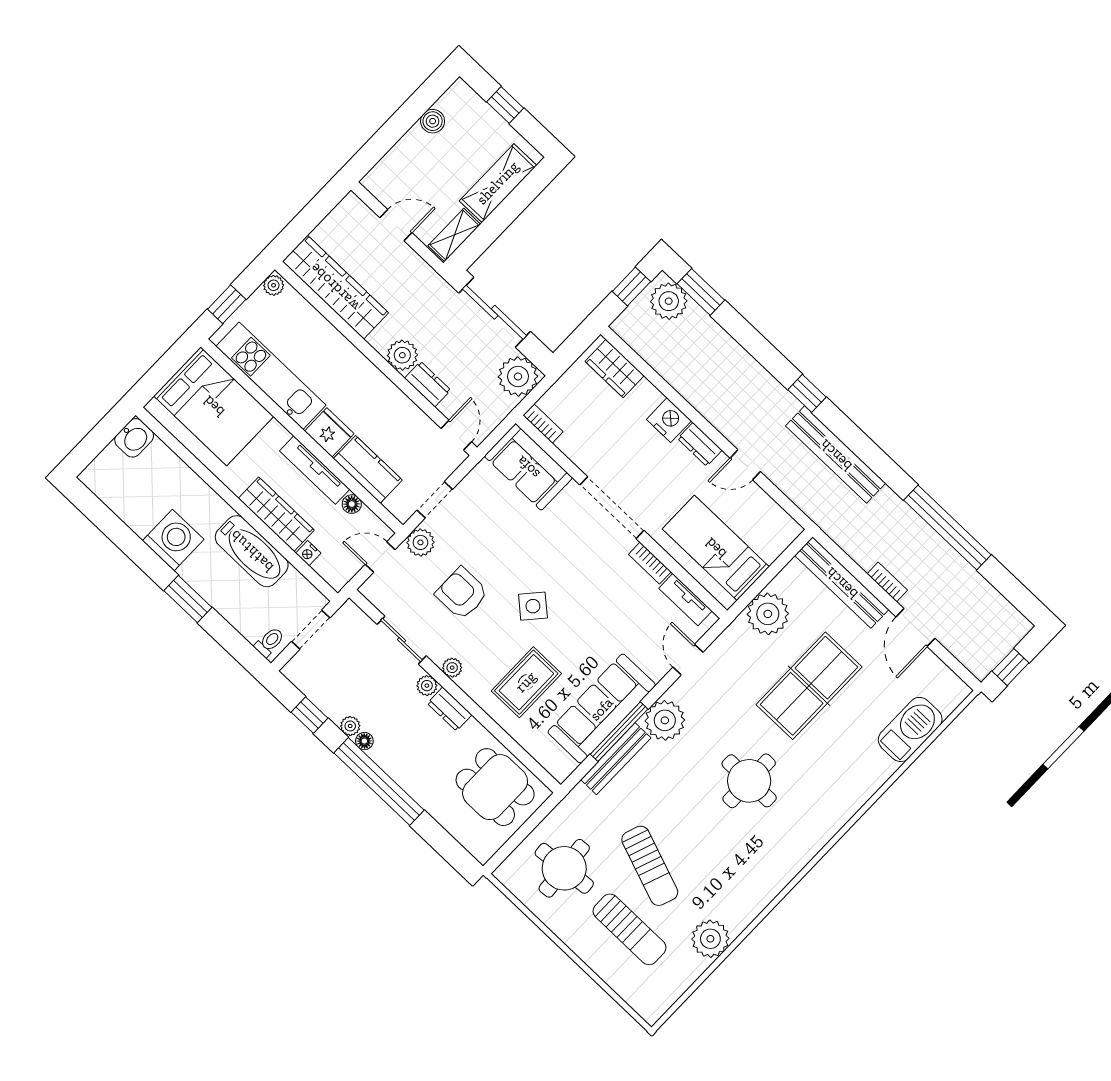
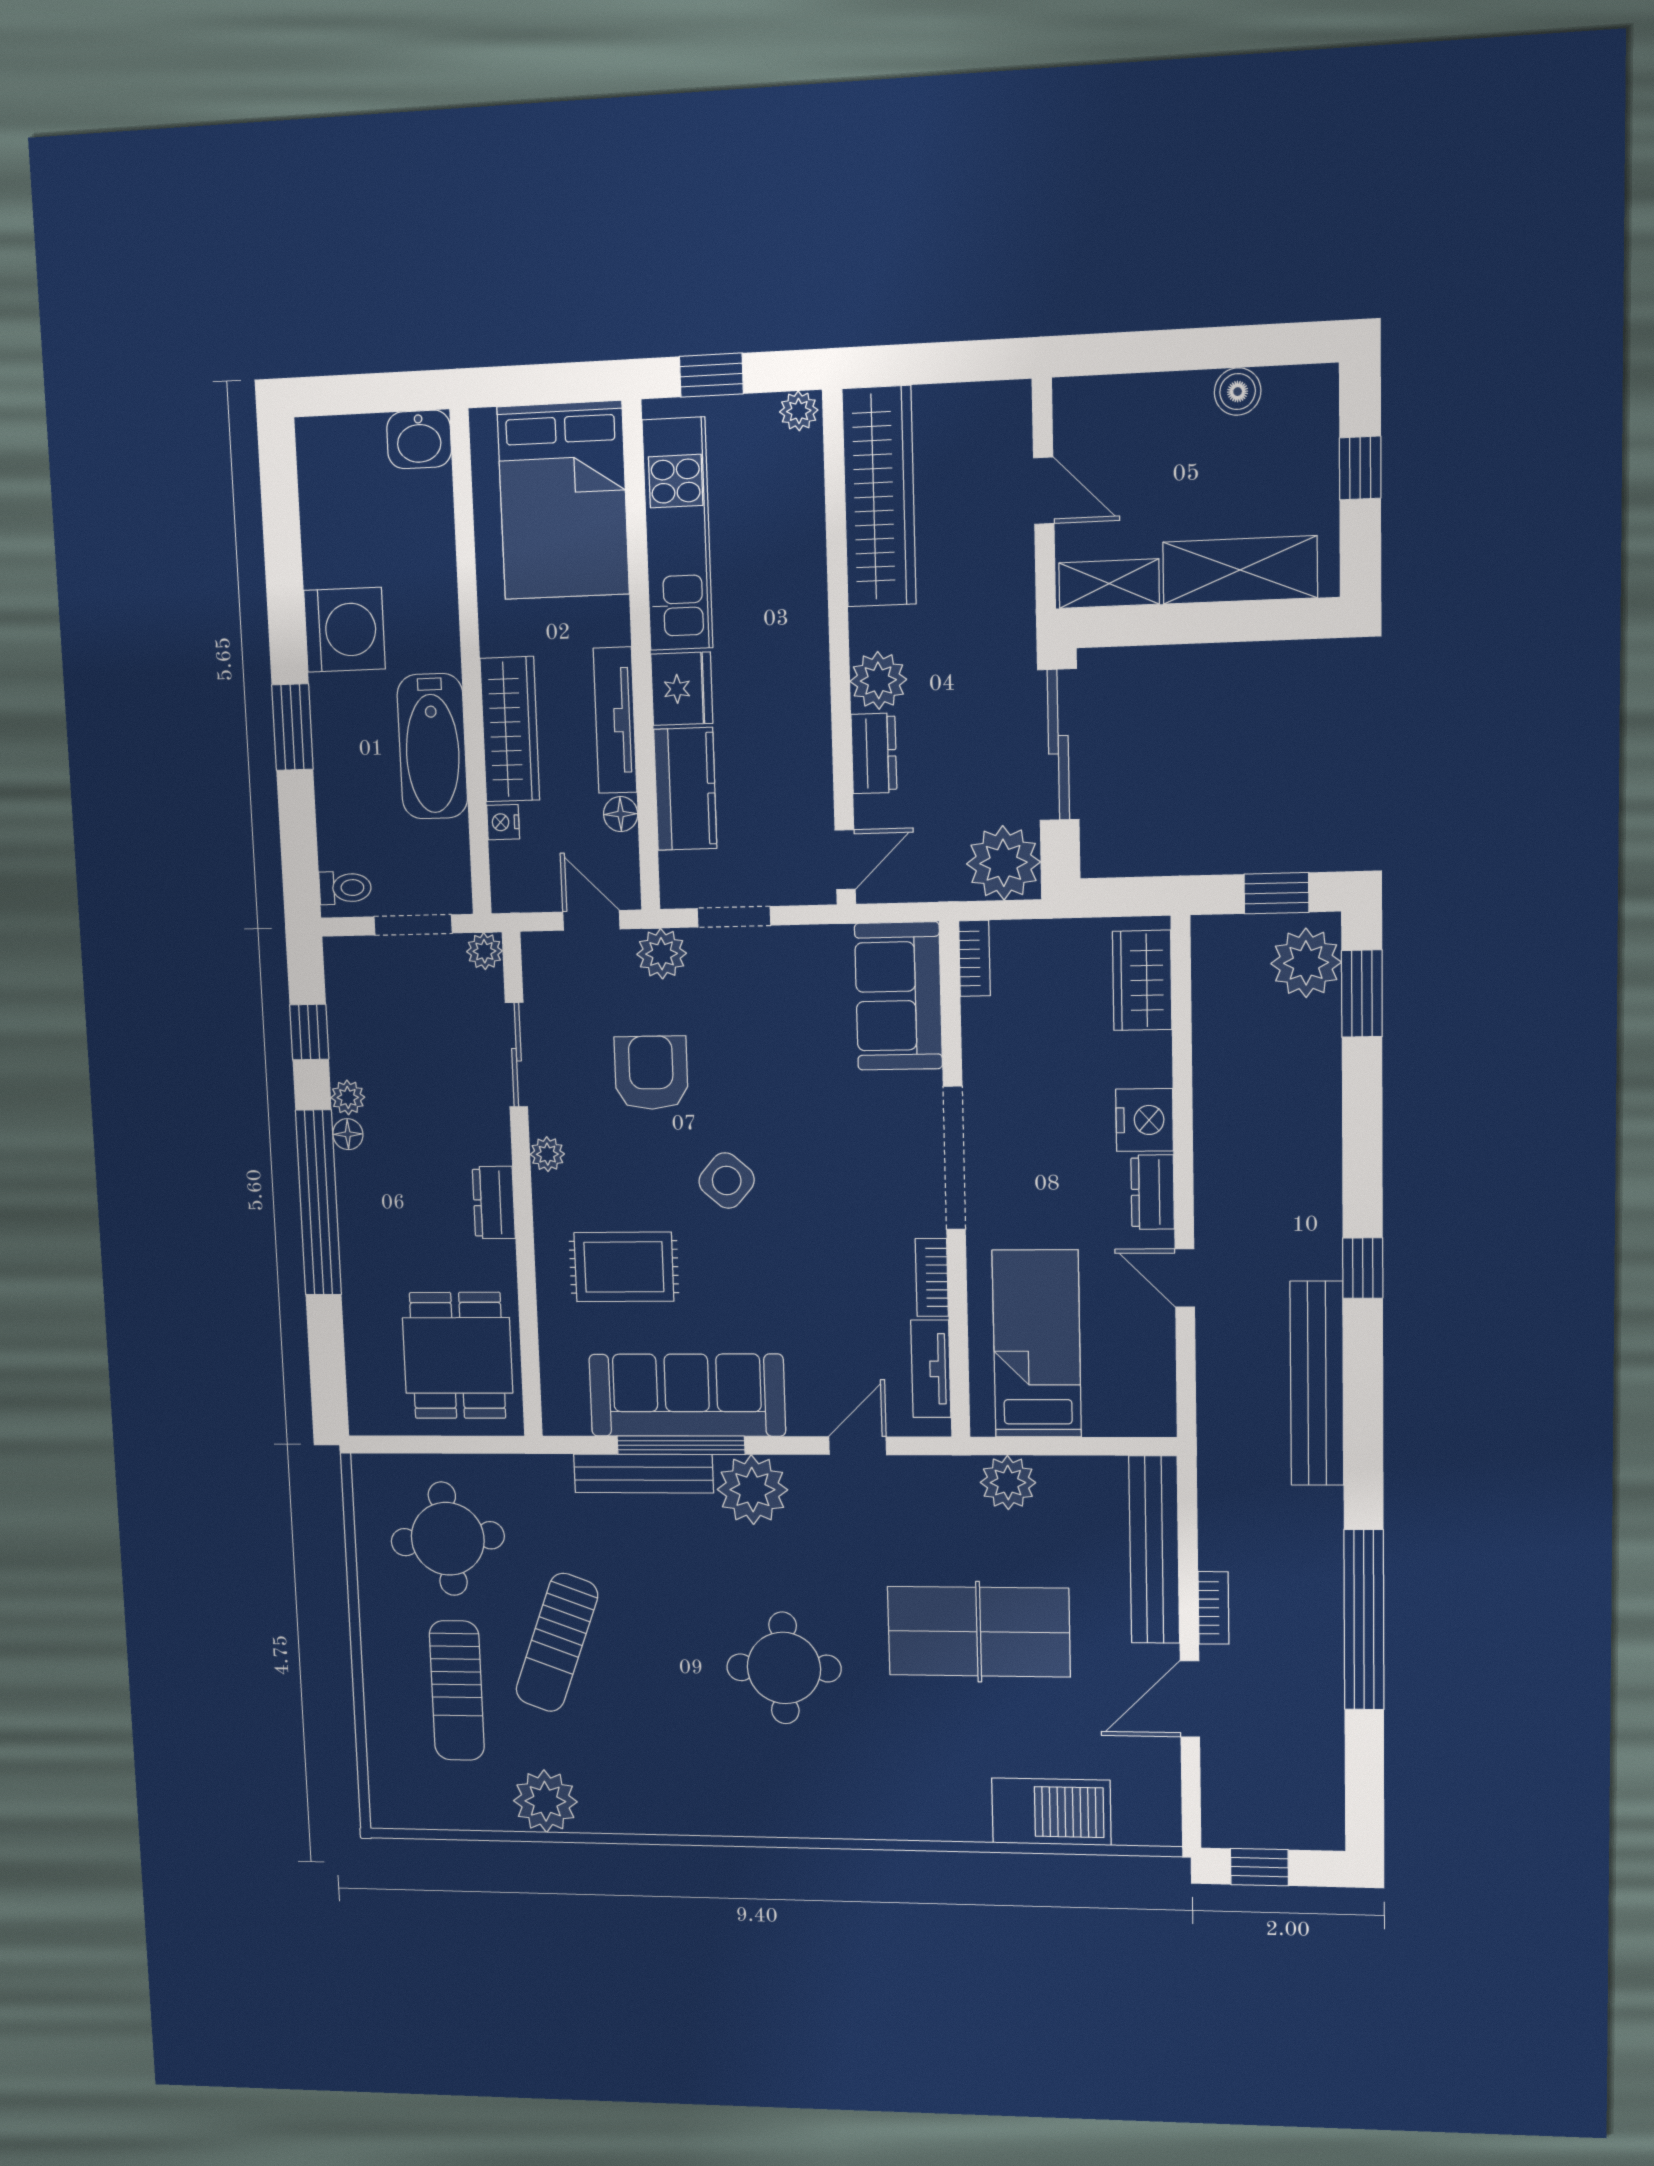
plant: (768, 614) -> (1008, 1483), width x0.73, depth x0.73
plant: (427, 686) -> (484, 951), moved

